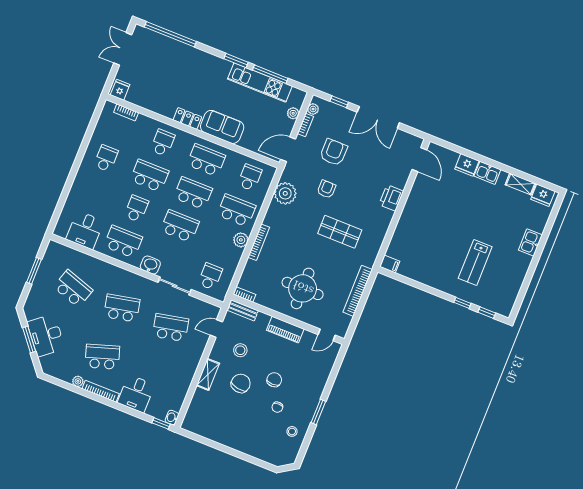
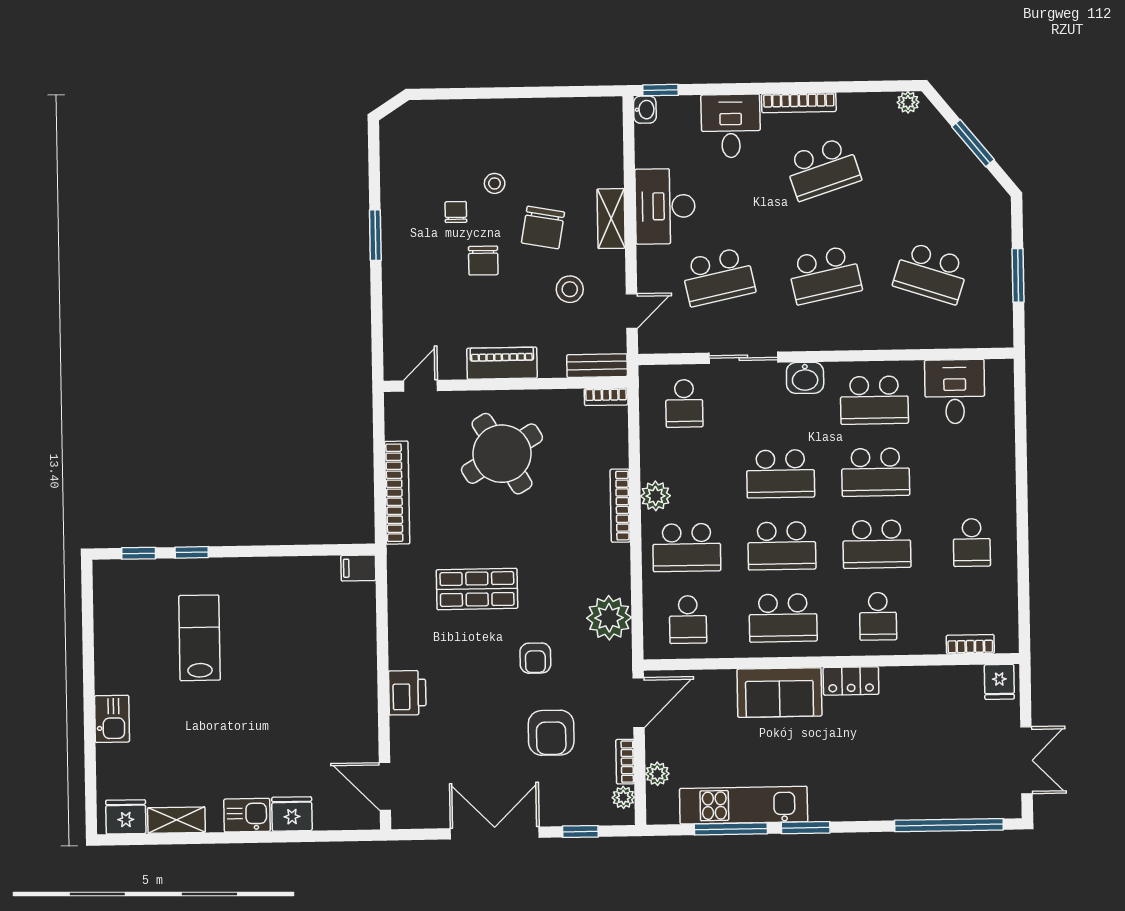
school desk: (136, 209) -> (876, 472), width x1.85
round table: (303, 288) -> (502, 454), turned -31
desk: (46, 335) -> (665, 206), moved, turned -141
plant: (78, 381) -> (908, 102), moved
stool: (292, 431) -> (495, 183), moved

